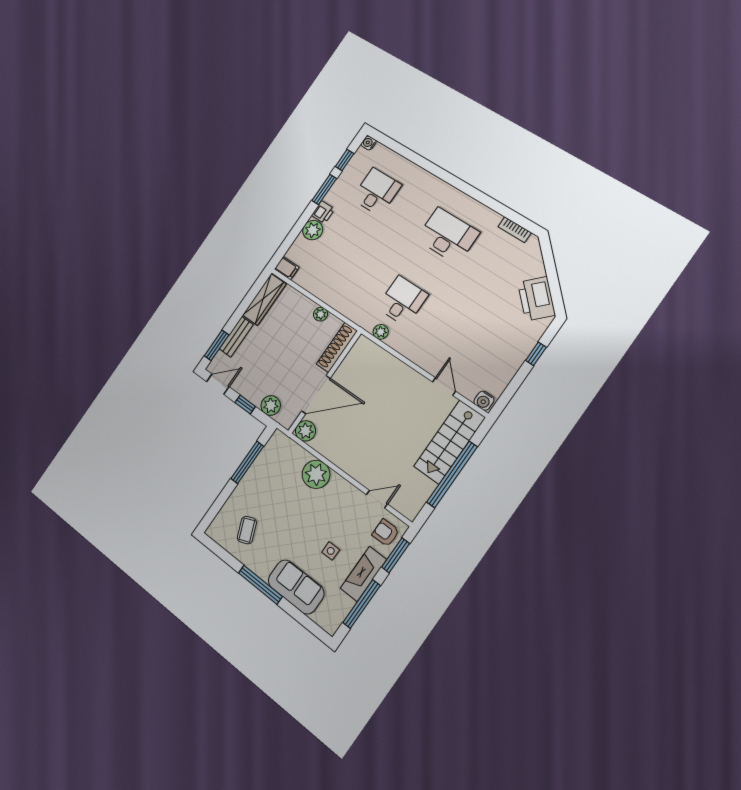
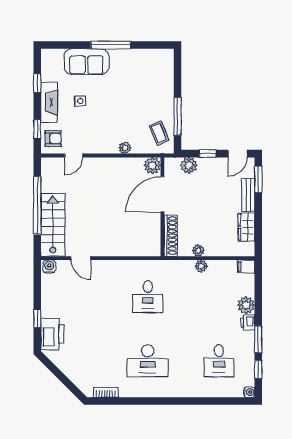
wardrobe: (264, 299) -> (246, 227), width x0.67
printer: (536, 299) -> (52, 334), moved, turned 45
plant: (381, 332) -> (201, 266), moved
plant: (316, 474) -> (125, 148), width x0.53, depth x0.53
coffee table: (247, 530) -> (159, 133), moved
window: (396, 555) -> (37, 129), width x0.67
window: (362, 604) -> (37, 83), width x0.46

